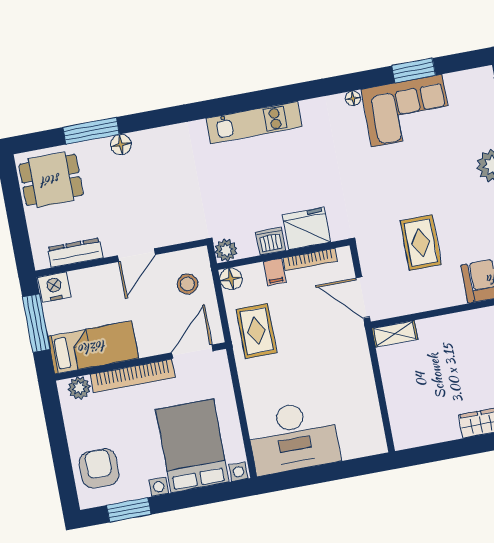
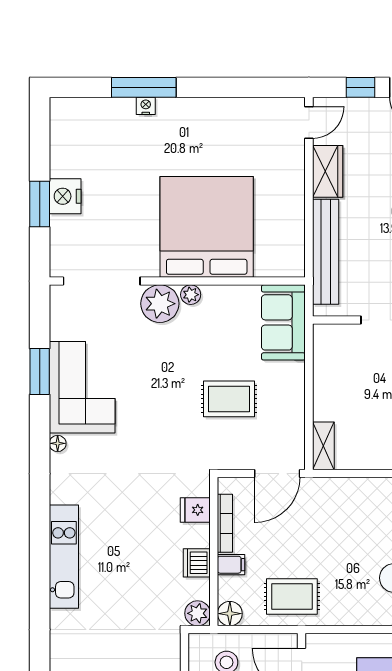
fridge: (306, 229) -> (195, 510), width x0.53, depth x0.75

